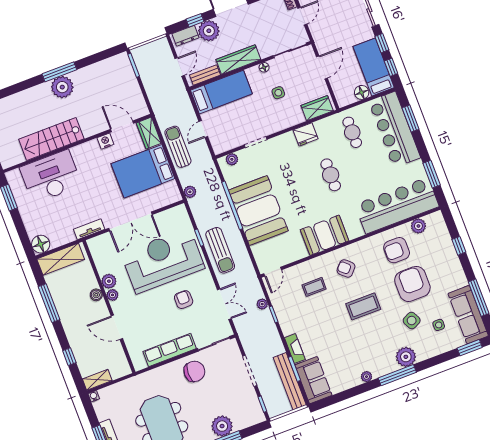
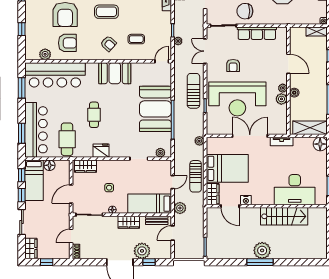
dresser: (185, 36) -> (160, 254), removed
wardrobe: (238, 60) -> (129, 222), width x0.67
plant: (182, 101) -> (180, 208), added
cafe table: (352, 132) -> (67, 139), width x1.37, depth x1.35

